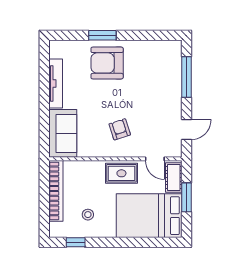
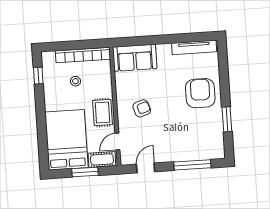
window: (102, 35) -> (227, 119), moved
tv unit: (56, 84) -> (194, 47), moved
door: (186, 130) -> (146, 168), swing flipped
stool: (88, 215) -> (75, 81), moved

